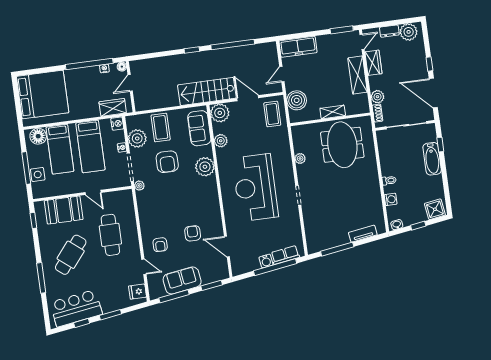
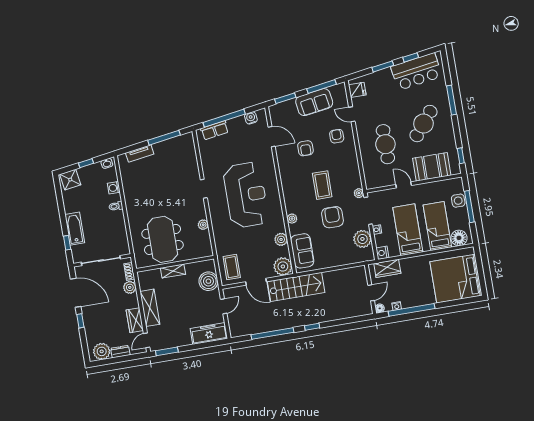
coffee table: (161, 127) -> (322, 185), moved
plant: (205, 167) -> (292, 219), width x0.53, depth x0.53
water cooler: (266, 261) -> (251, 118), moved

